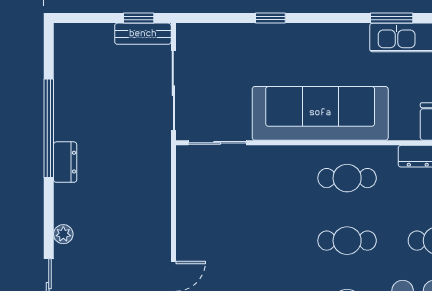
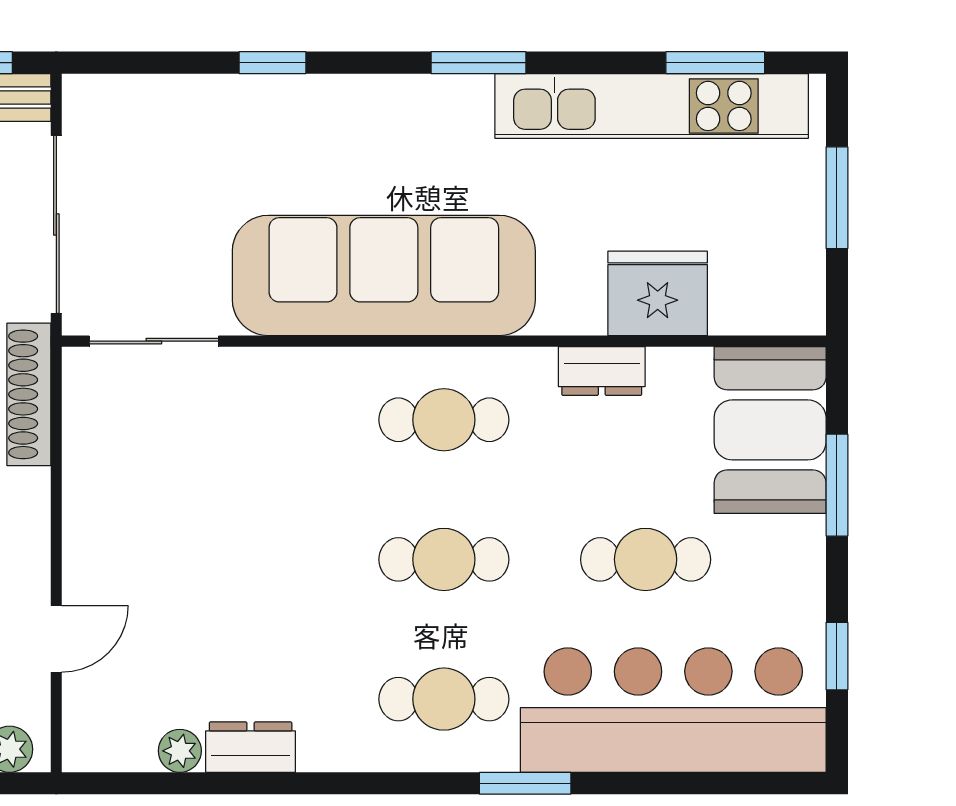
window: (392, 18) -> (478, 63), moved
shoe rack: (161, 167) -> (29, 394), added

